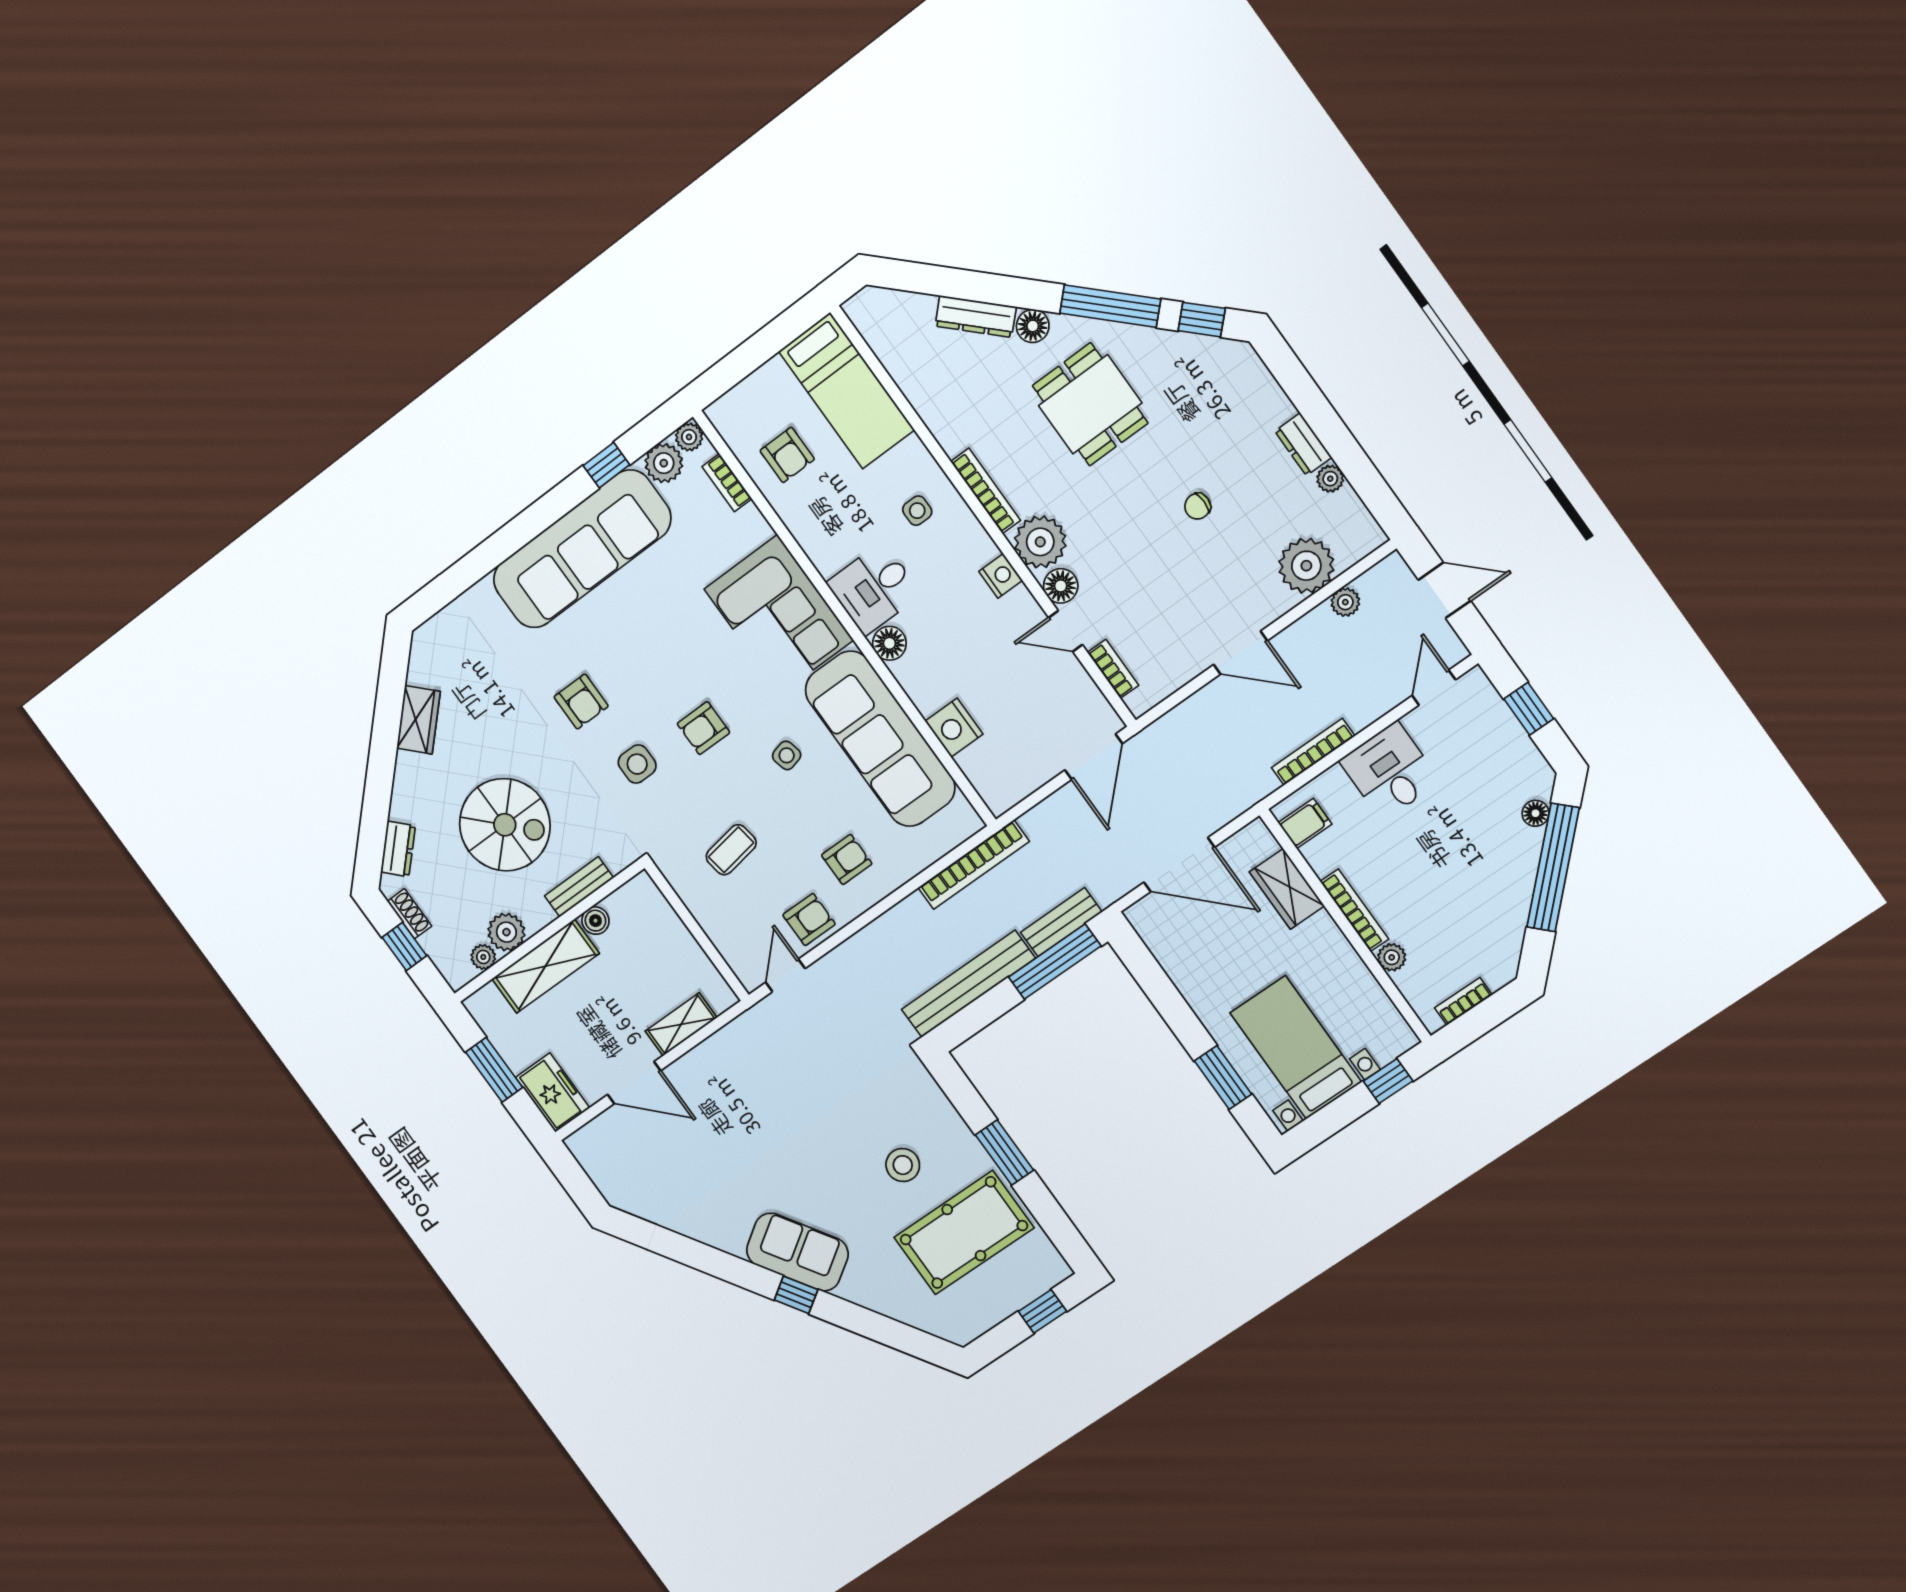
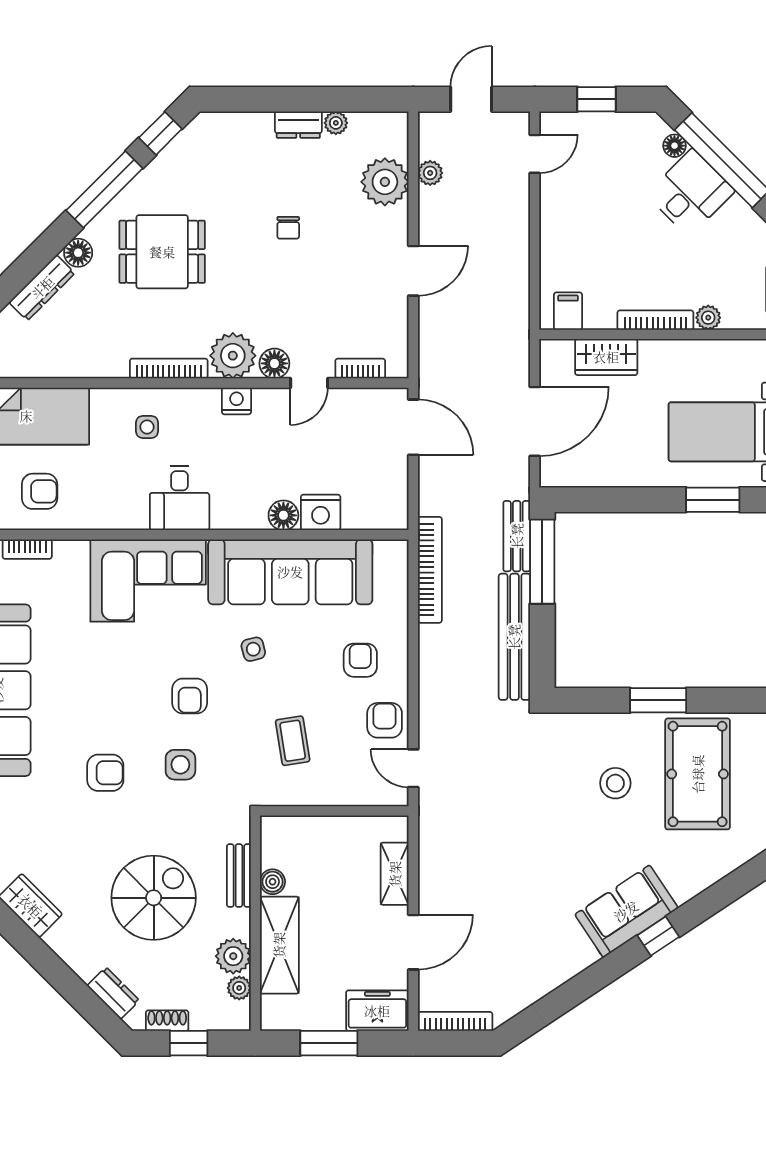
floor lamp: (889, 643) -> (283, 515), moved
door: (1434, 688) -> (535, 154), swing flipped
bookcase: (1313, 752) -> (455, 1021), moved, turned 90
desk: (1390, 771) -> (690, 193), moved, turned 135

